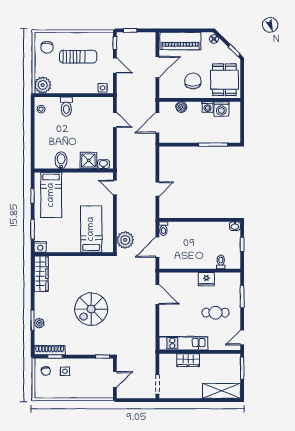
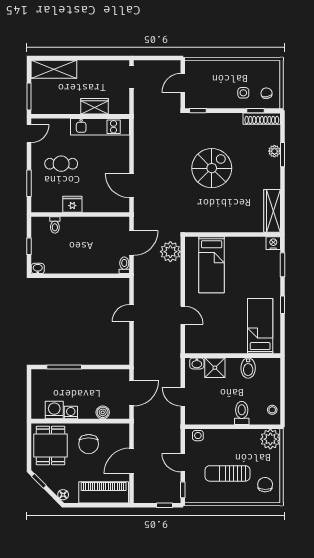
bidet: (61, 160) -> (248, 368), moved
shower: (89, 161) -> (215, 368), moved
washbasin: (103, 164) -> (197, 363), moved
wall: (74, 170) -> (233, 356), moved
bed: (51, 195) -> (260, 326), moved

